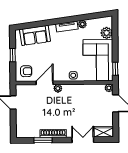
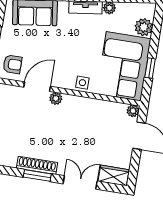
window: (115, 69) -> (150, 68), moved
window: (43, 140) -> (37, 175), moved

